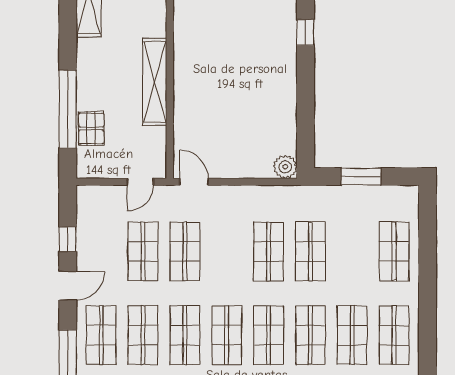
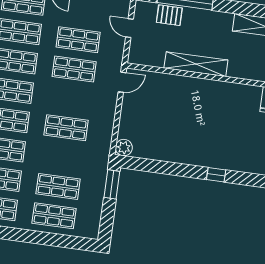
window: (361, 176) -> (112, 184), moved
door: (140, 182) -> (129, 28), moved
shop shelf: (310, 251) -> (58, 186), moved

